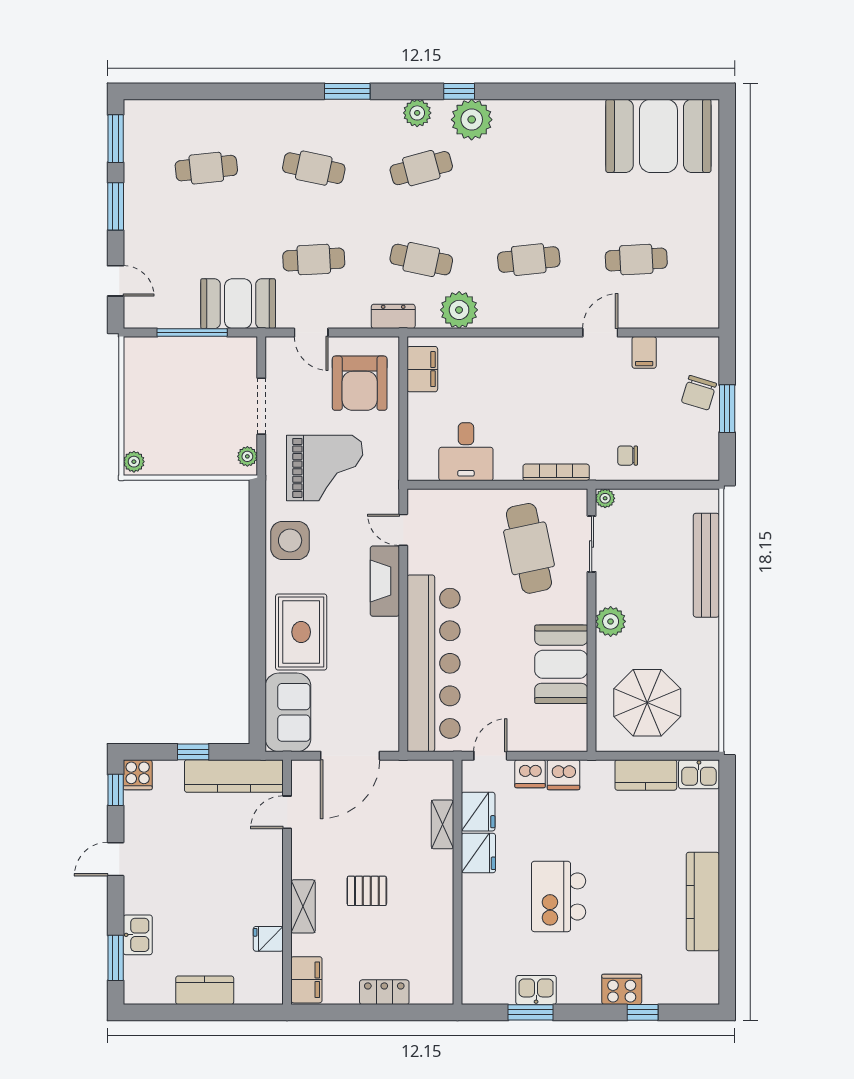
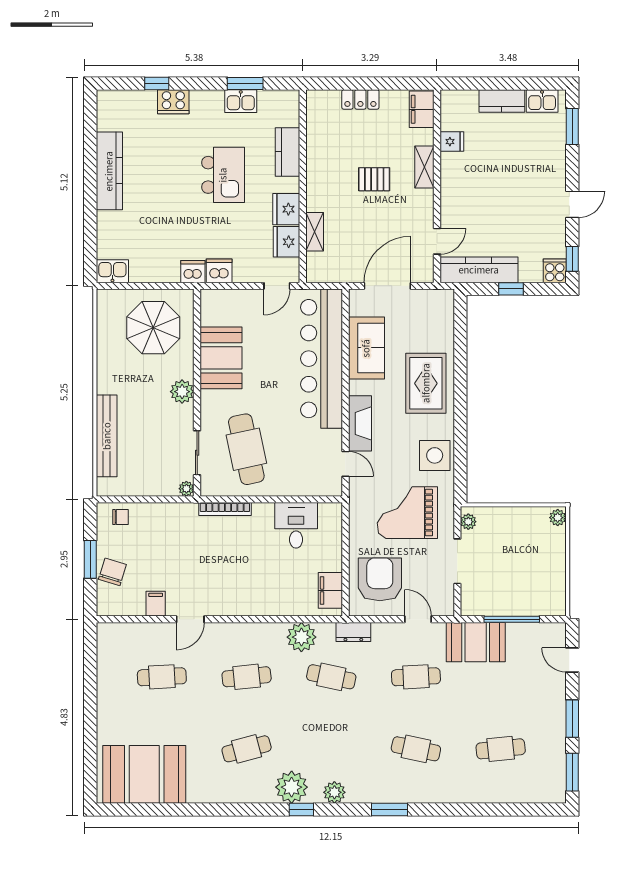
cafe table: (421, 168) -> (247, 749), moved
chair: (628, 456) -> (120, 517), moved
sofa: (288, 712) -> (366, 348), moved, turned 180
dishwasher: (530, 774) -> (193, 272), moved
kitchen counter: (646, 775) -> (288, 152), moved, turned -90
kitchen sink: (138, 935) -> (542, 101), moved, turned -90

